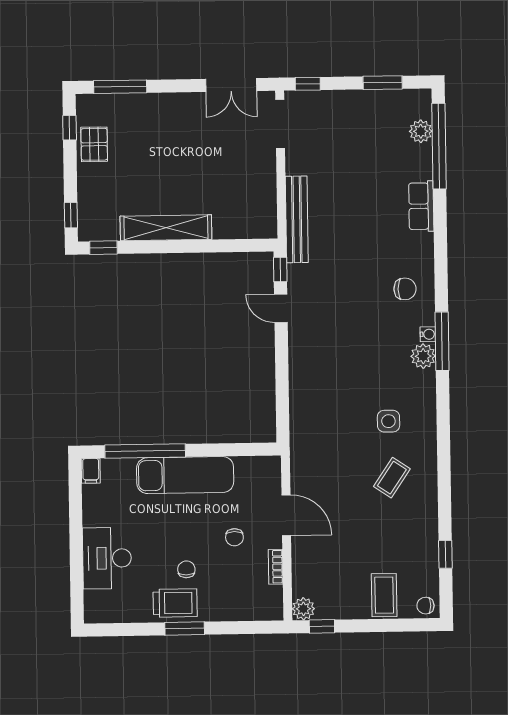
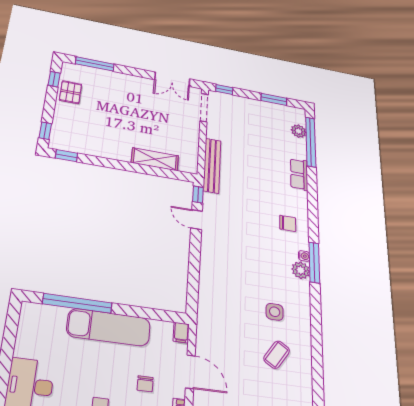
shelving: (166, 228) -> (155, 159), moved, width x0.68
filing cabinet: (91, 471) -> (181, 333), moved

